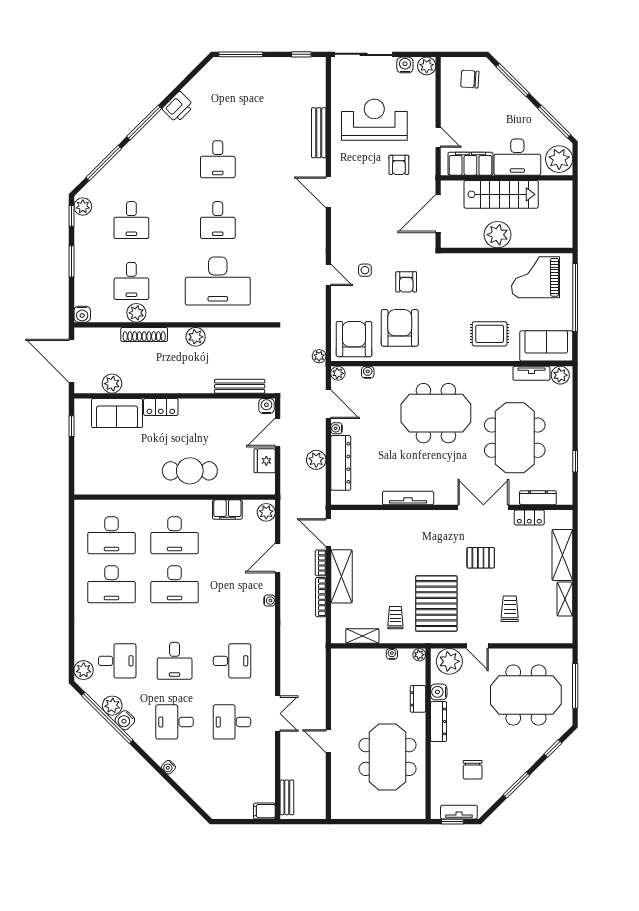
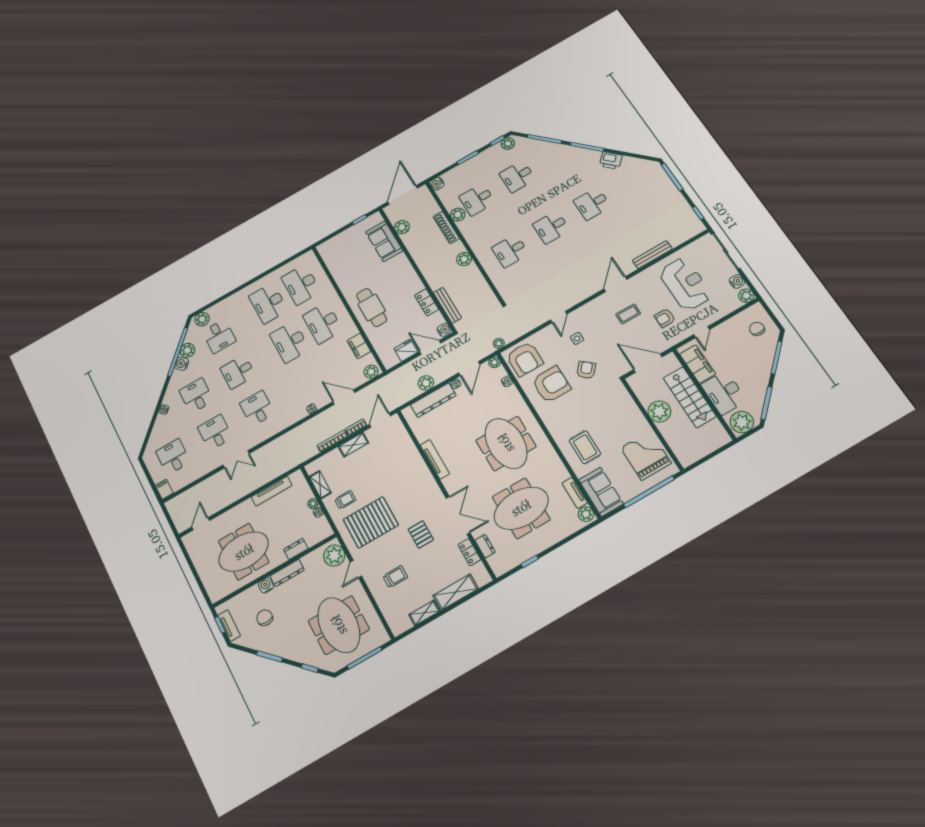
coffee table: (371, 200) -> (628, 314), added
desk: (218, 281) -> (510, 251), width x0.53, depth x0.77
armchair: (406, 282) -> (586, 370), turned 131
armchair: (354, 339) -> (525, 359), turned 90
locker: (161, 407) -> (427, 302), moved
dresser: (538, 498) -> (485, 546), width x0.70
shelving: (342, 576) -> (353, 445), width x0.67, depth x0.75
plant: (419, 655) -> (313, 504), moved
desk: (232, 661) -> (257, 408), turned 180
water cooler: (439, 692) -> (266, 585), moved
tv unit: (338, 693) -> (272, 491), added
door: (328, 741) -> (201, 524), moved
chair: (473, 770) -> (265, 618), turned 90
desk: (232, 783) -> (173, 457), added
bench: (287, 797) -> (181, 499), removed

